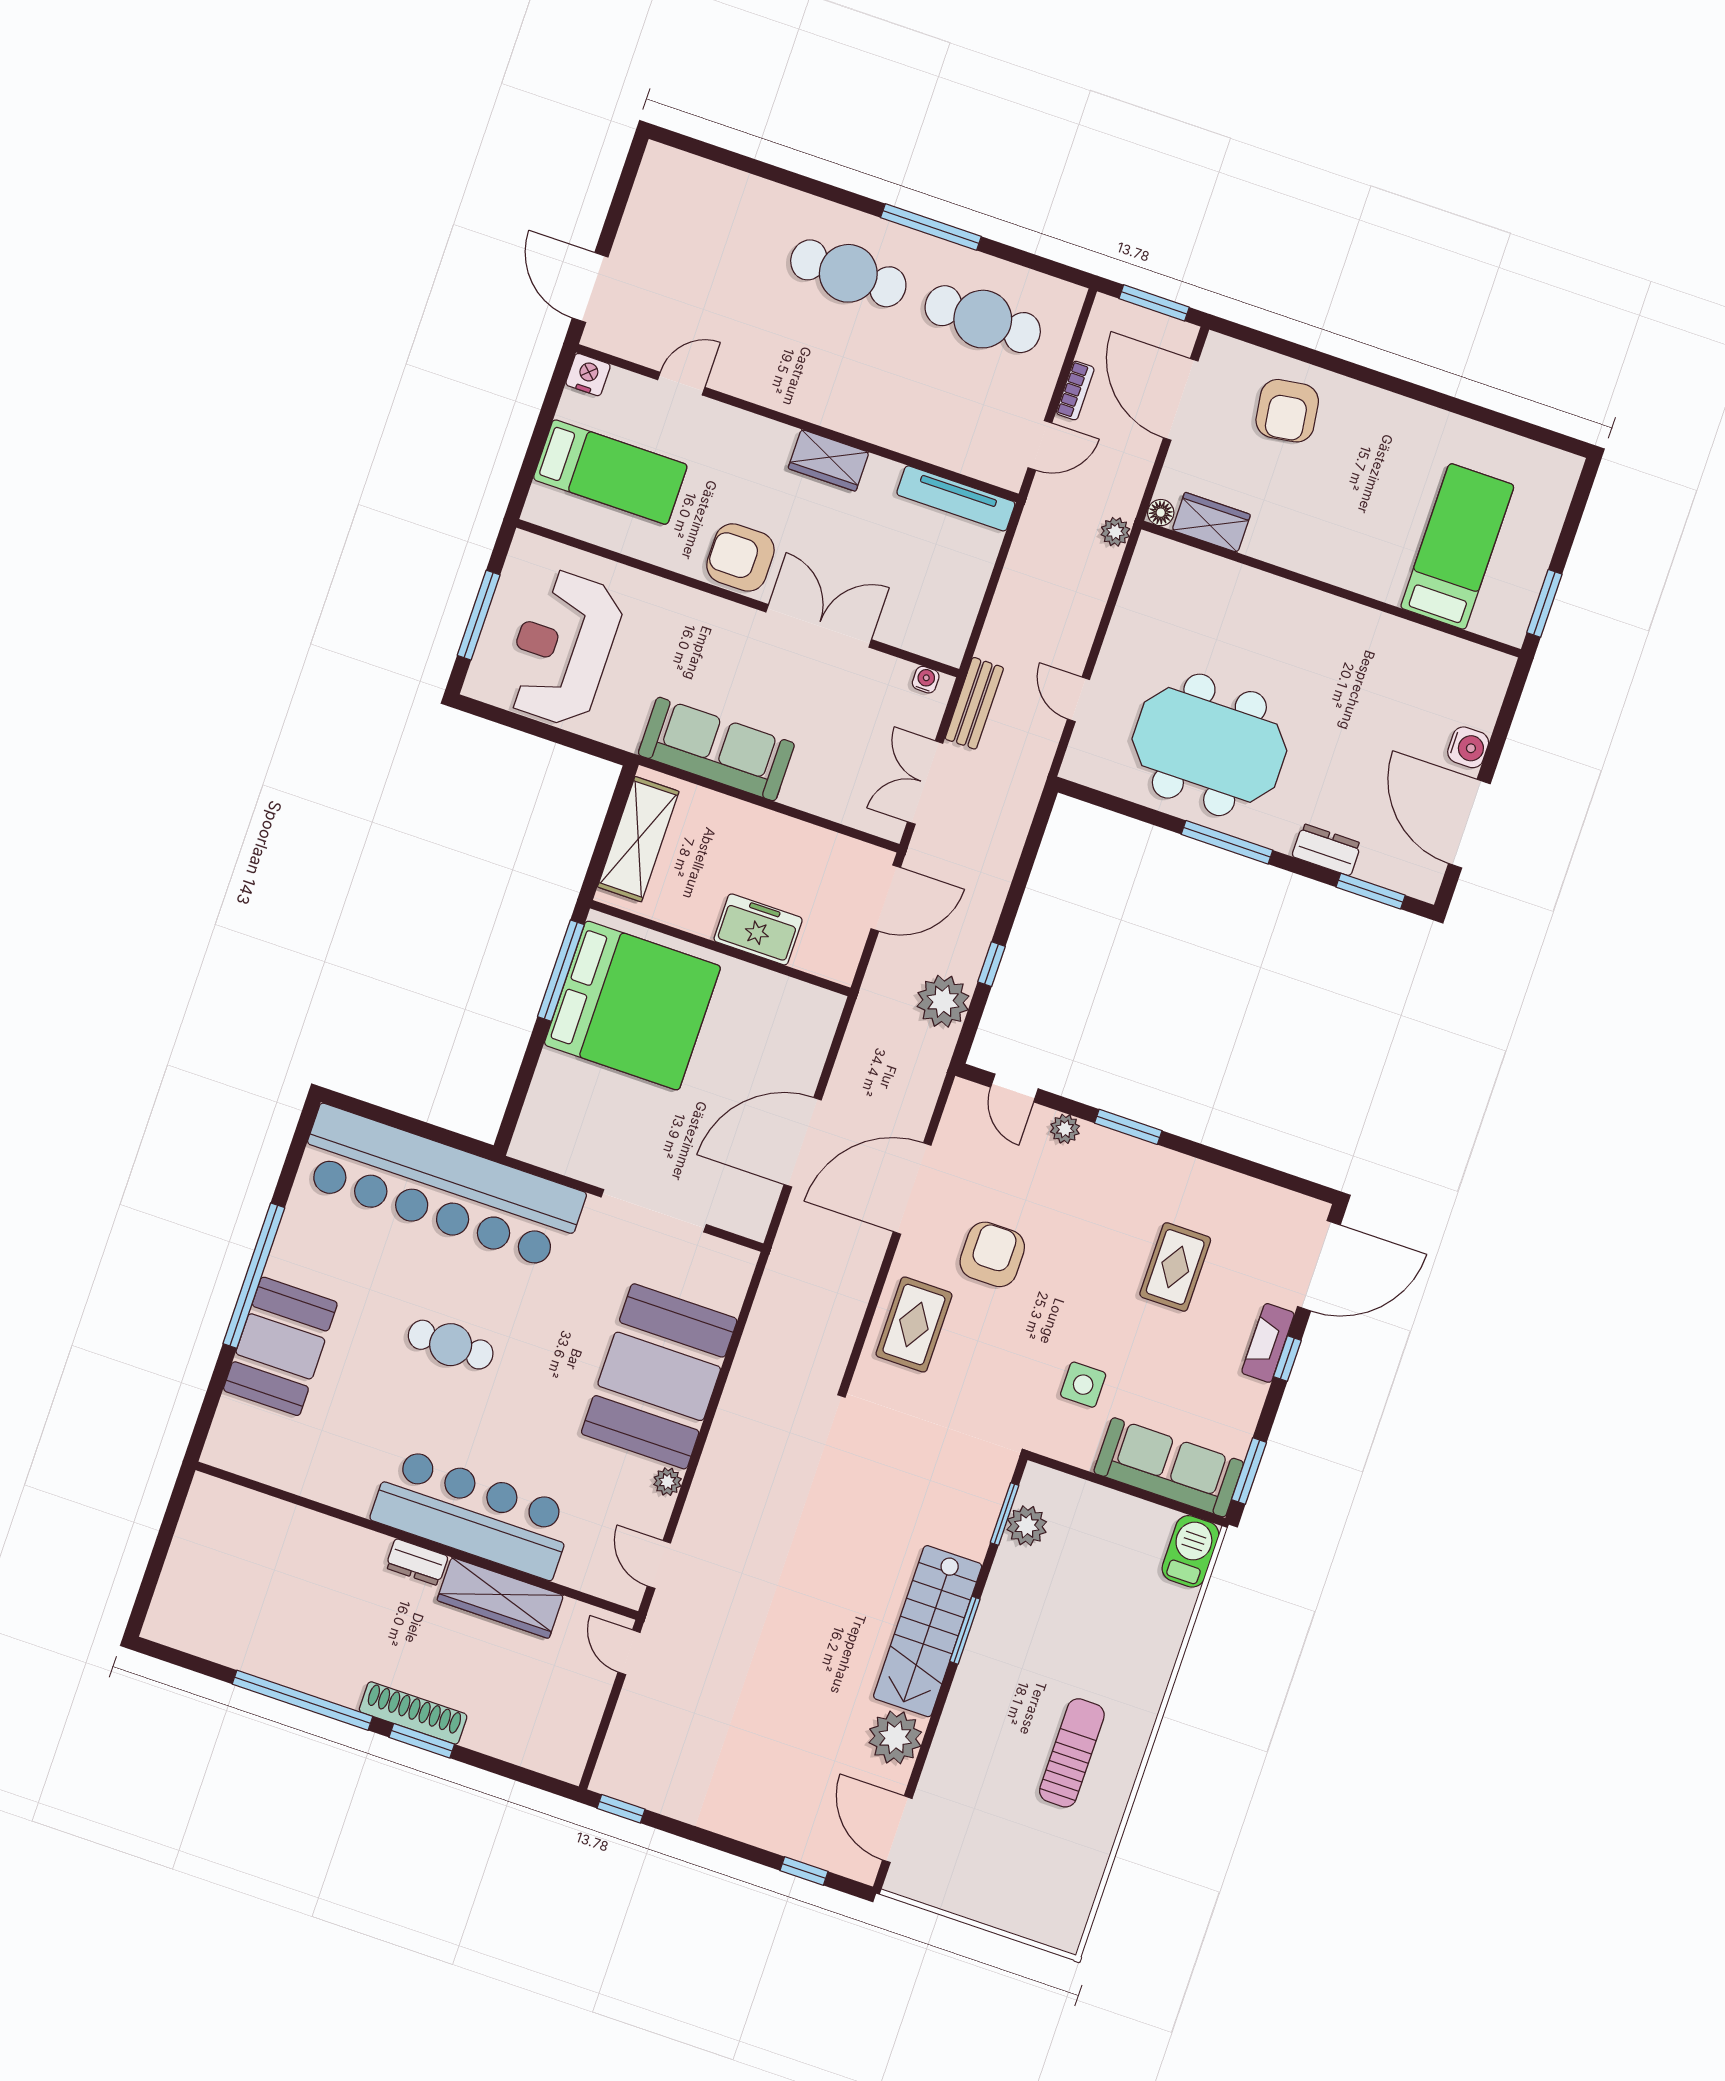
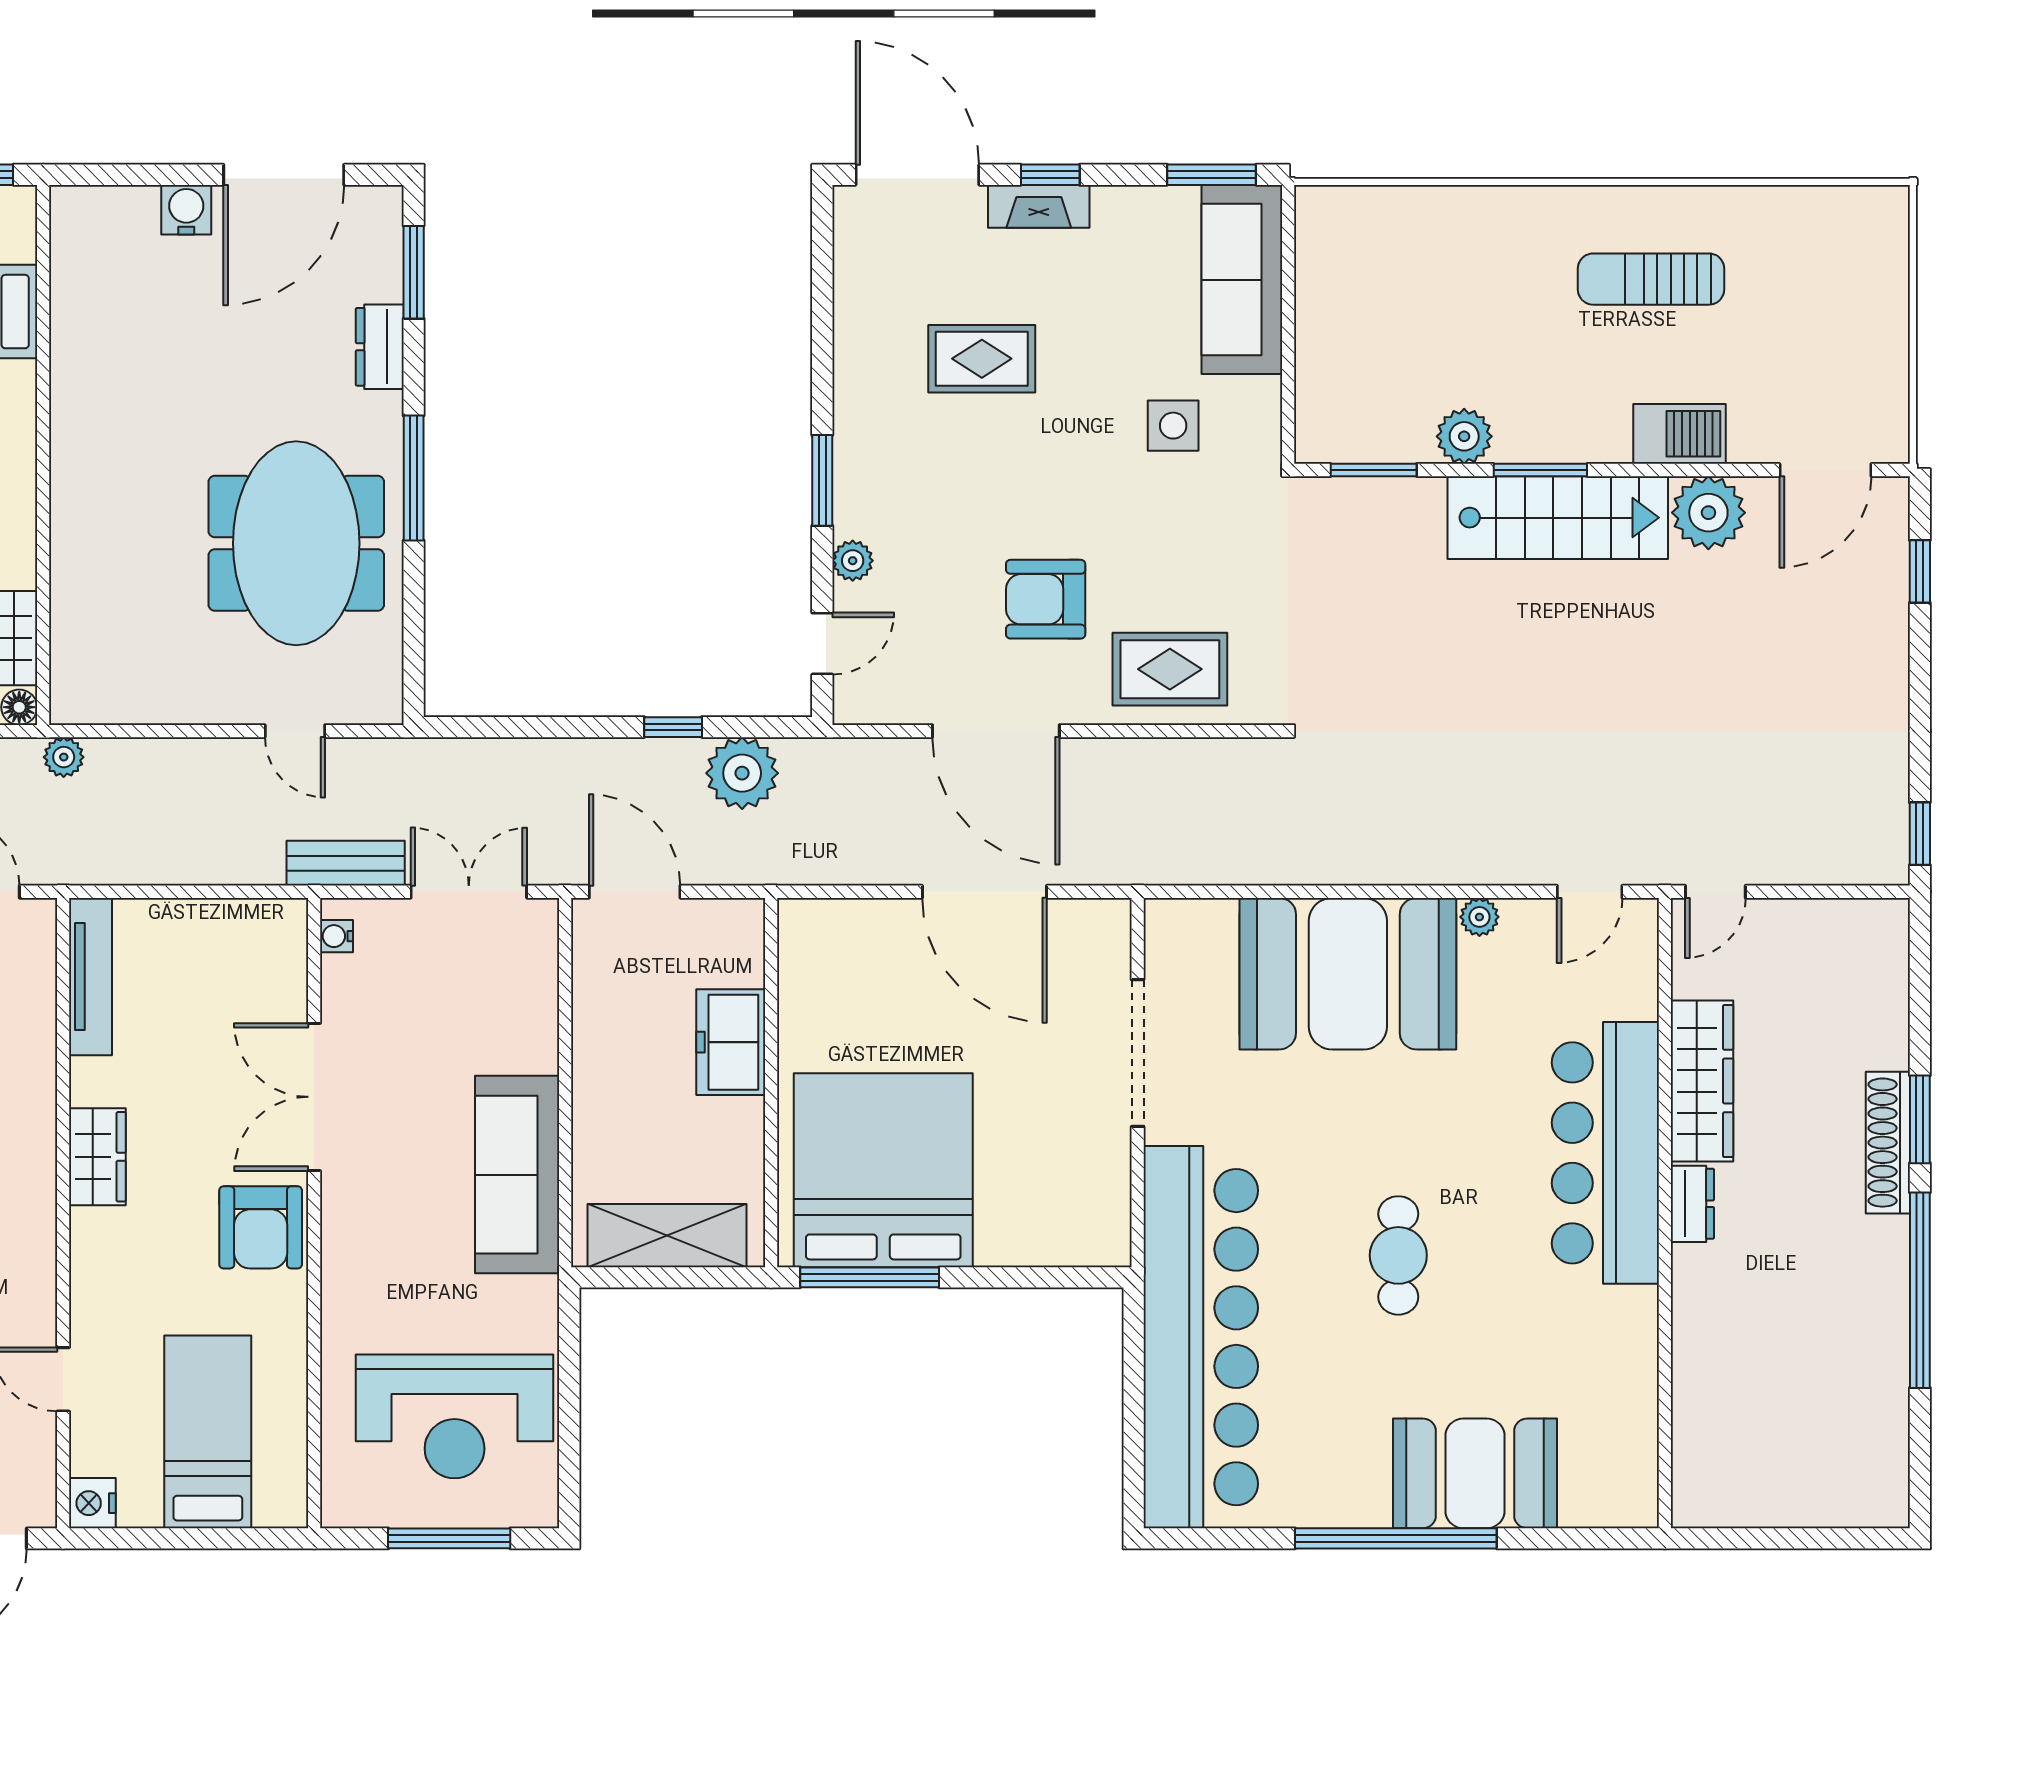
door: (1079, 699) -> (295, 731), hinge flipped
double door: (925, 782) -> (469, 892), swing flipped
plant: (1027, 1526) -> (1464, 436), moved
barbecue: (1190, 1551) -> (1680, 434), moved, turned 180

